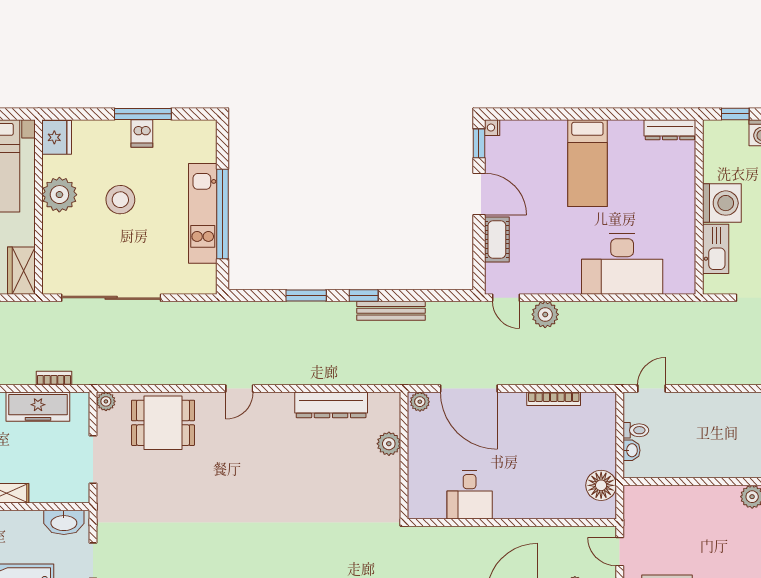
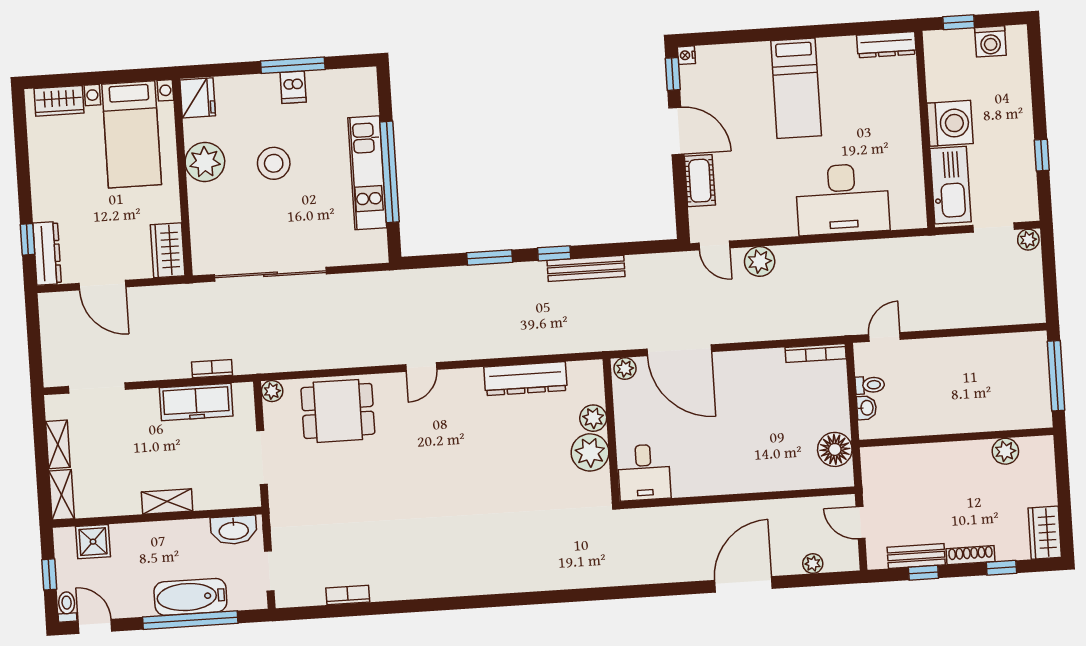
kitchen sink: (716, 249) -> (950, 185), width x1.36, depth x1.24
bookcase: (554, 399) -> (816, 353), moved
plant: (384, 474) -> (590, 452), added
desk: (470, 495) -> (644, 472), moved

